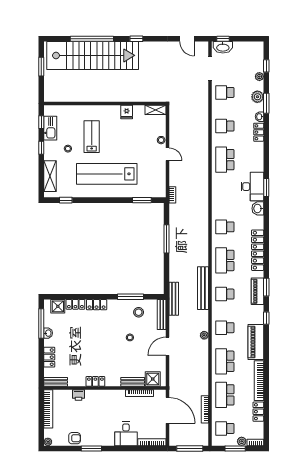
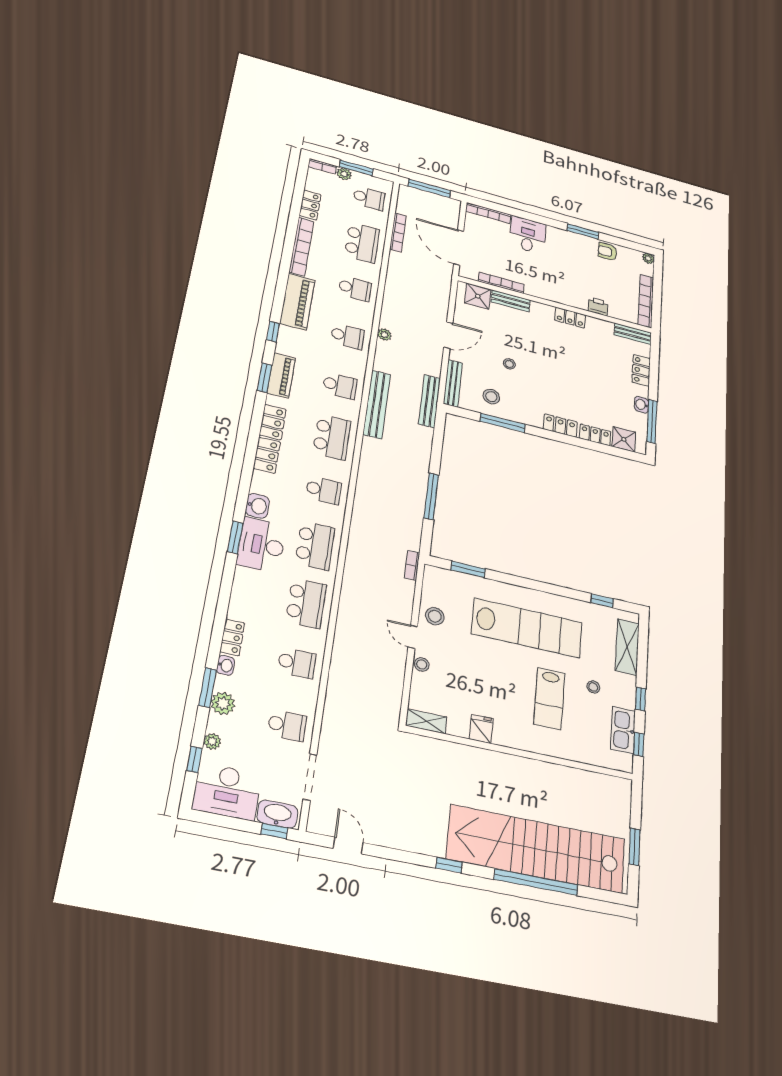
desk: (248, 53) -> (227, 792), added
stool: (157, 169) -> (435, 616), added
school desk: (225, 193) -> (315, 546), added
school desk: (225, 361) -> (355, 289), width x0.54

